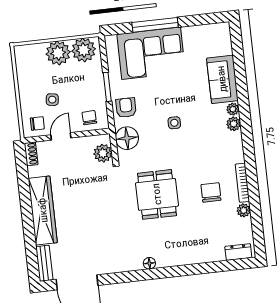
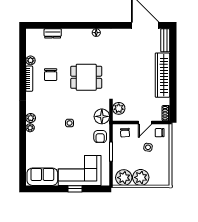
window: (155, 25) -> (75, 189), width x0.46
sofa: (222, 79) -> (42, 177), moved, turned -90
dining table: (157, 194) -> (86, 77), turned 90
dresser: (238, 252) -> (53, 33), moved

